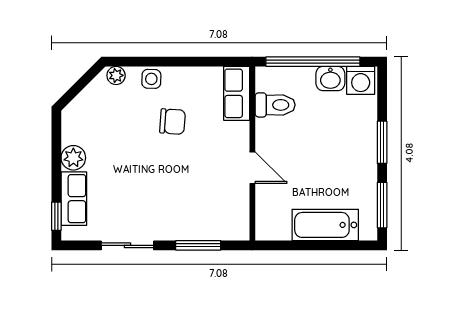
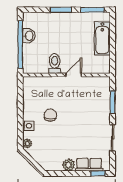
washing machine: (361, 80) -> (30, 21), removed
row of seats: (237, 93) -> (36, 83), removed
toilet: (275, 105) -> (55, 64), moved

